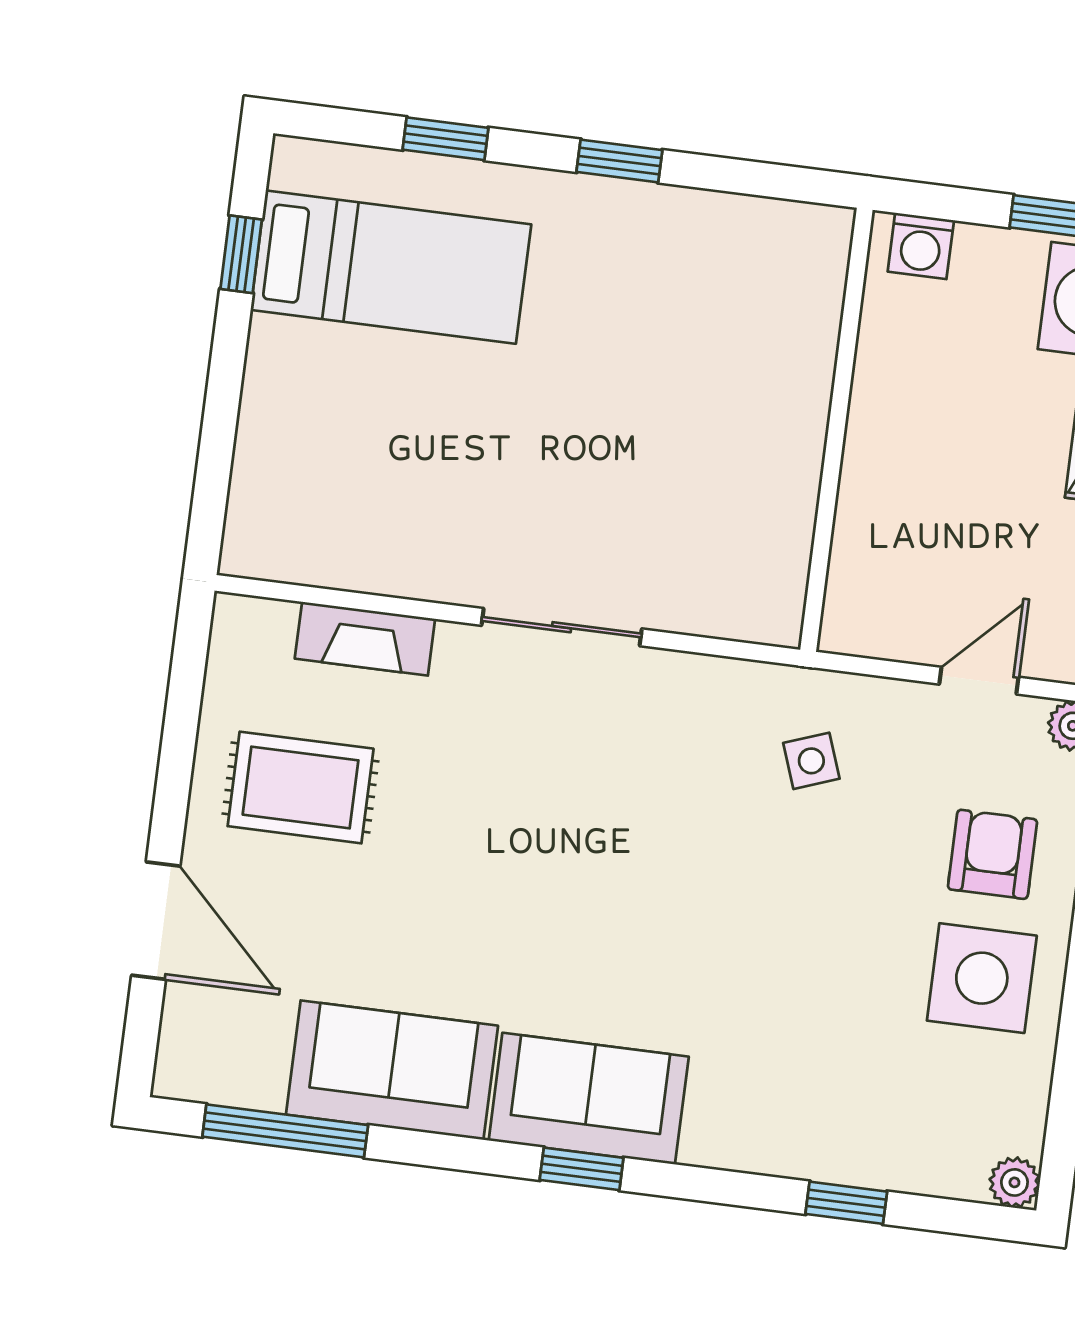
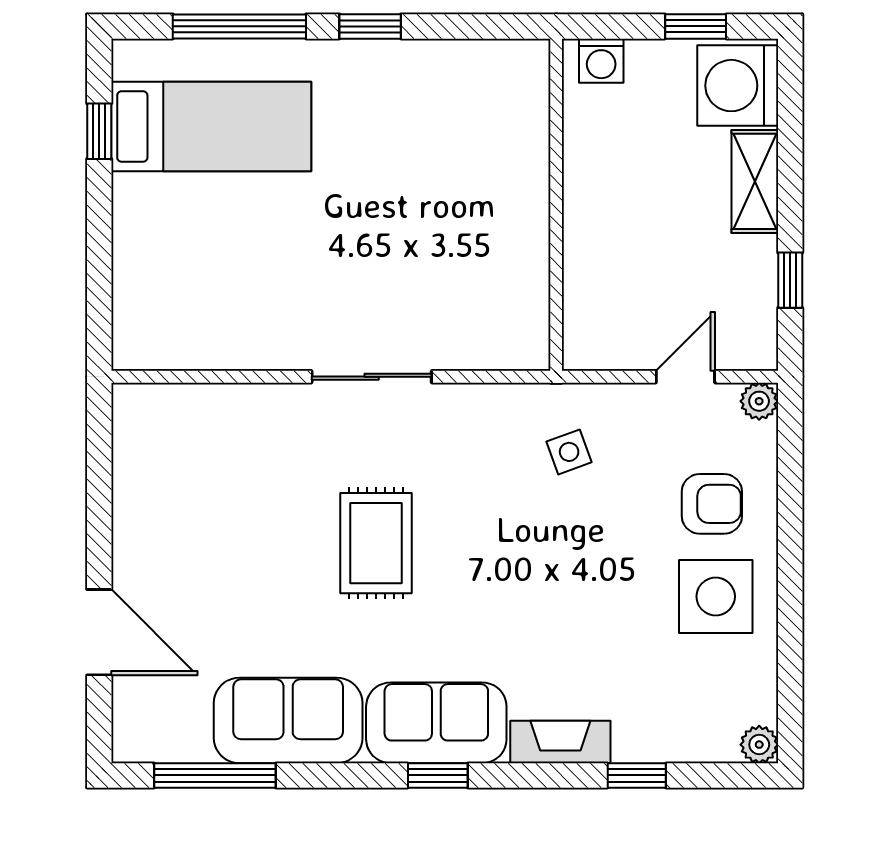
window: (445, 139) -> (239, 26), width x2.17
fireplace: (365, 639) -> (560, 742), moved, turned 180
rug: (301, 787) -> (376, 543), moved, turned 90
armchair: (992, 854) -> (712, 504), turned 90

